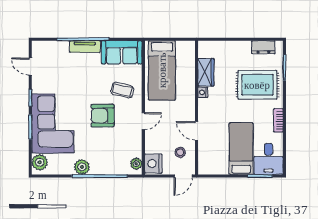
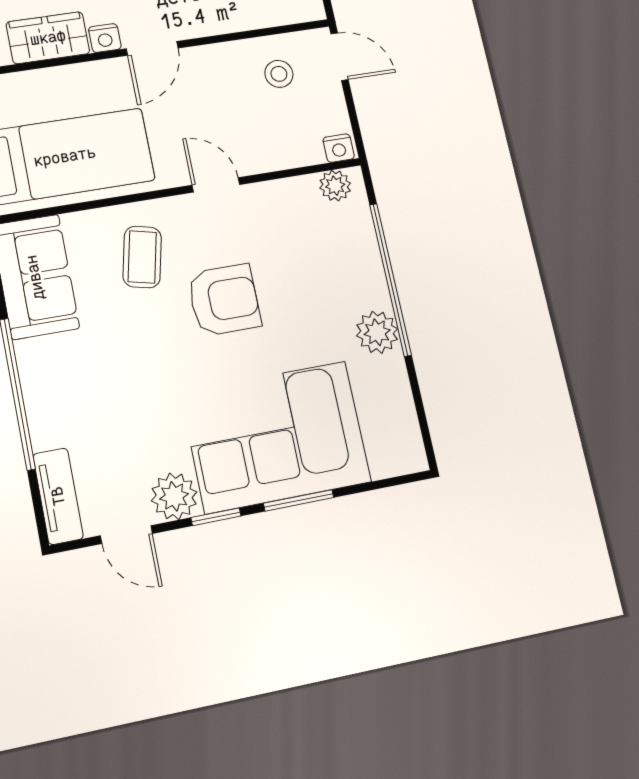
tv unit: (85, 46) -> (58, 496), moved
door: (30, 67) -> (126, 535), hinge flipped
armchair: (103, 116) -> (224, 300), turned -90
door: (196, 131) -> (152, 48), moved
plant: (40, 162) -> (174, 496), moved
nightstand: (153, 164) -> (339, 148), width x0.53, depth x0.56

